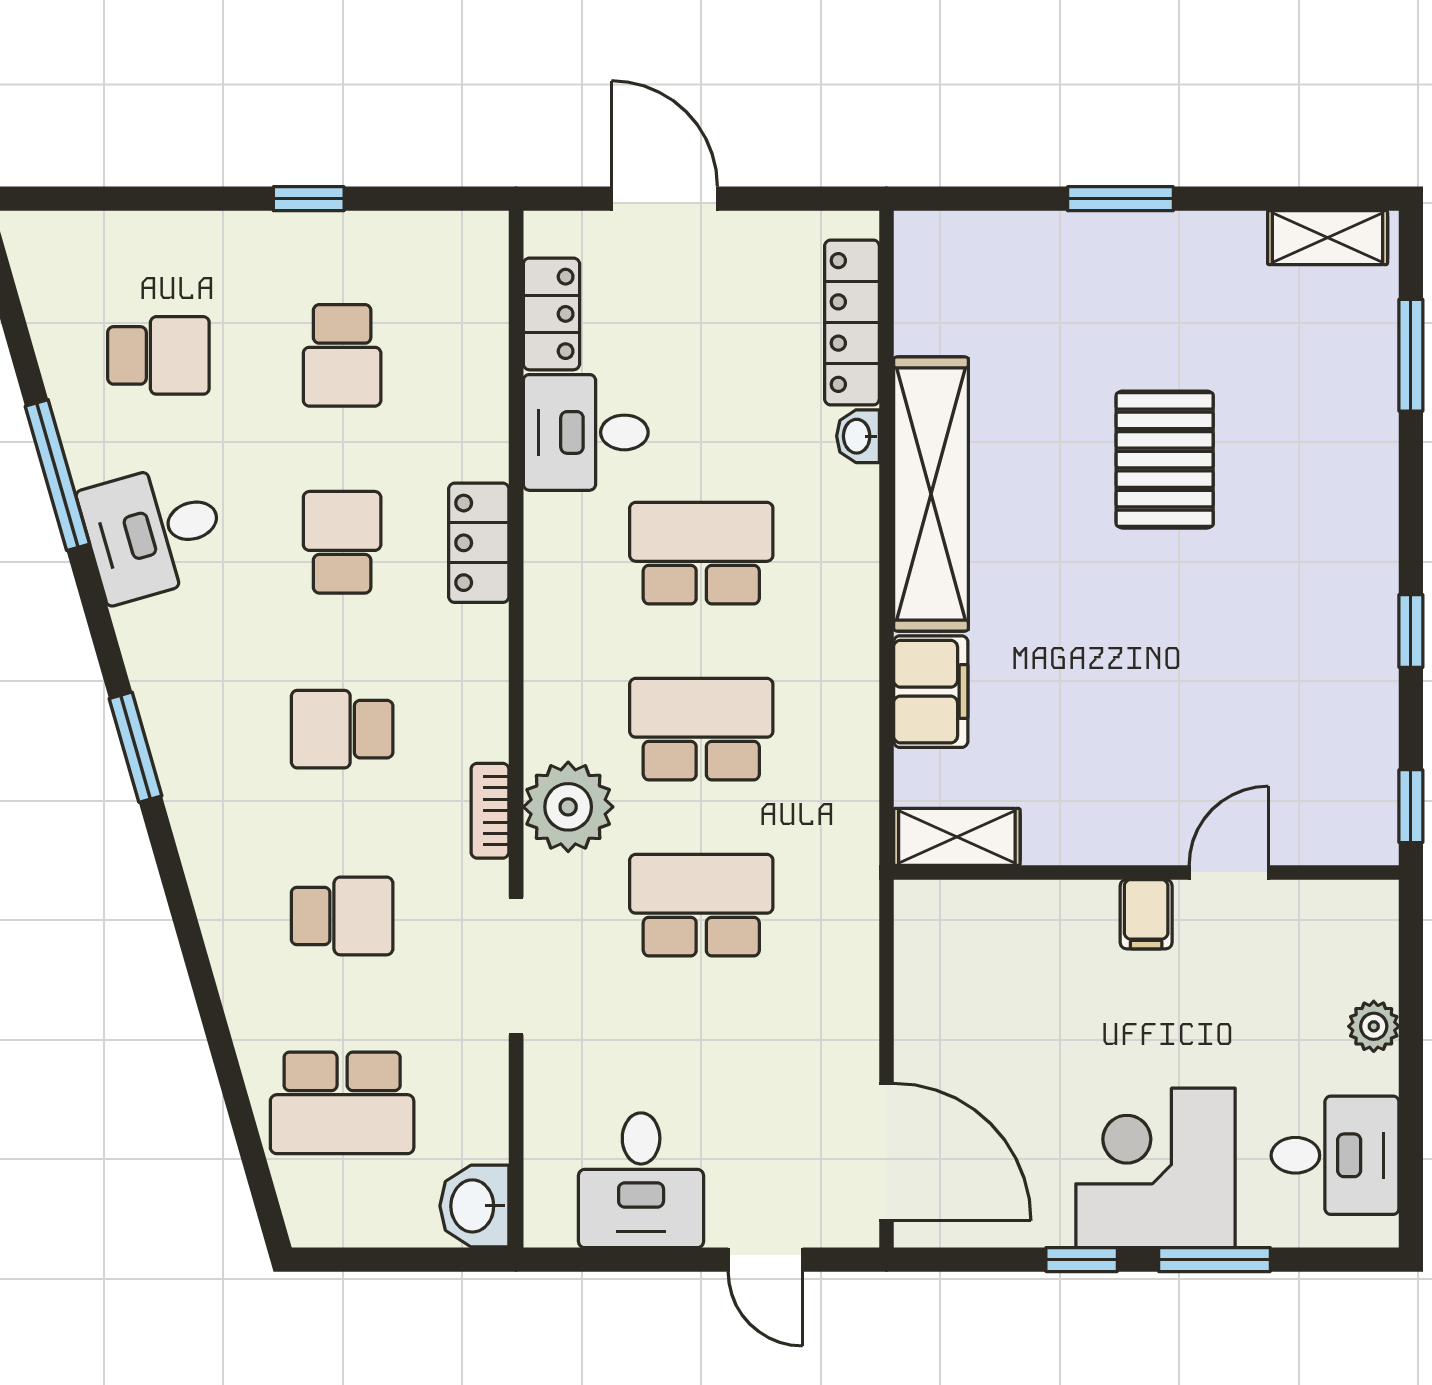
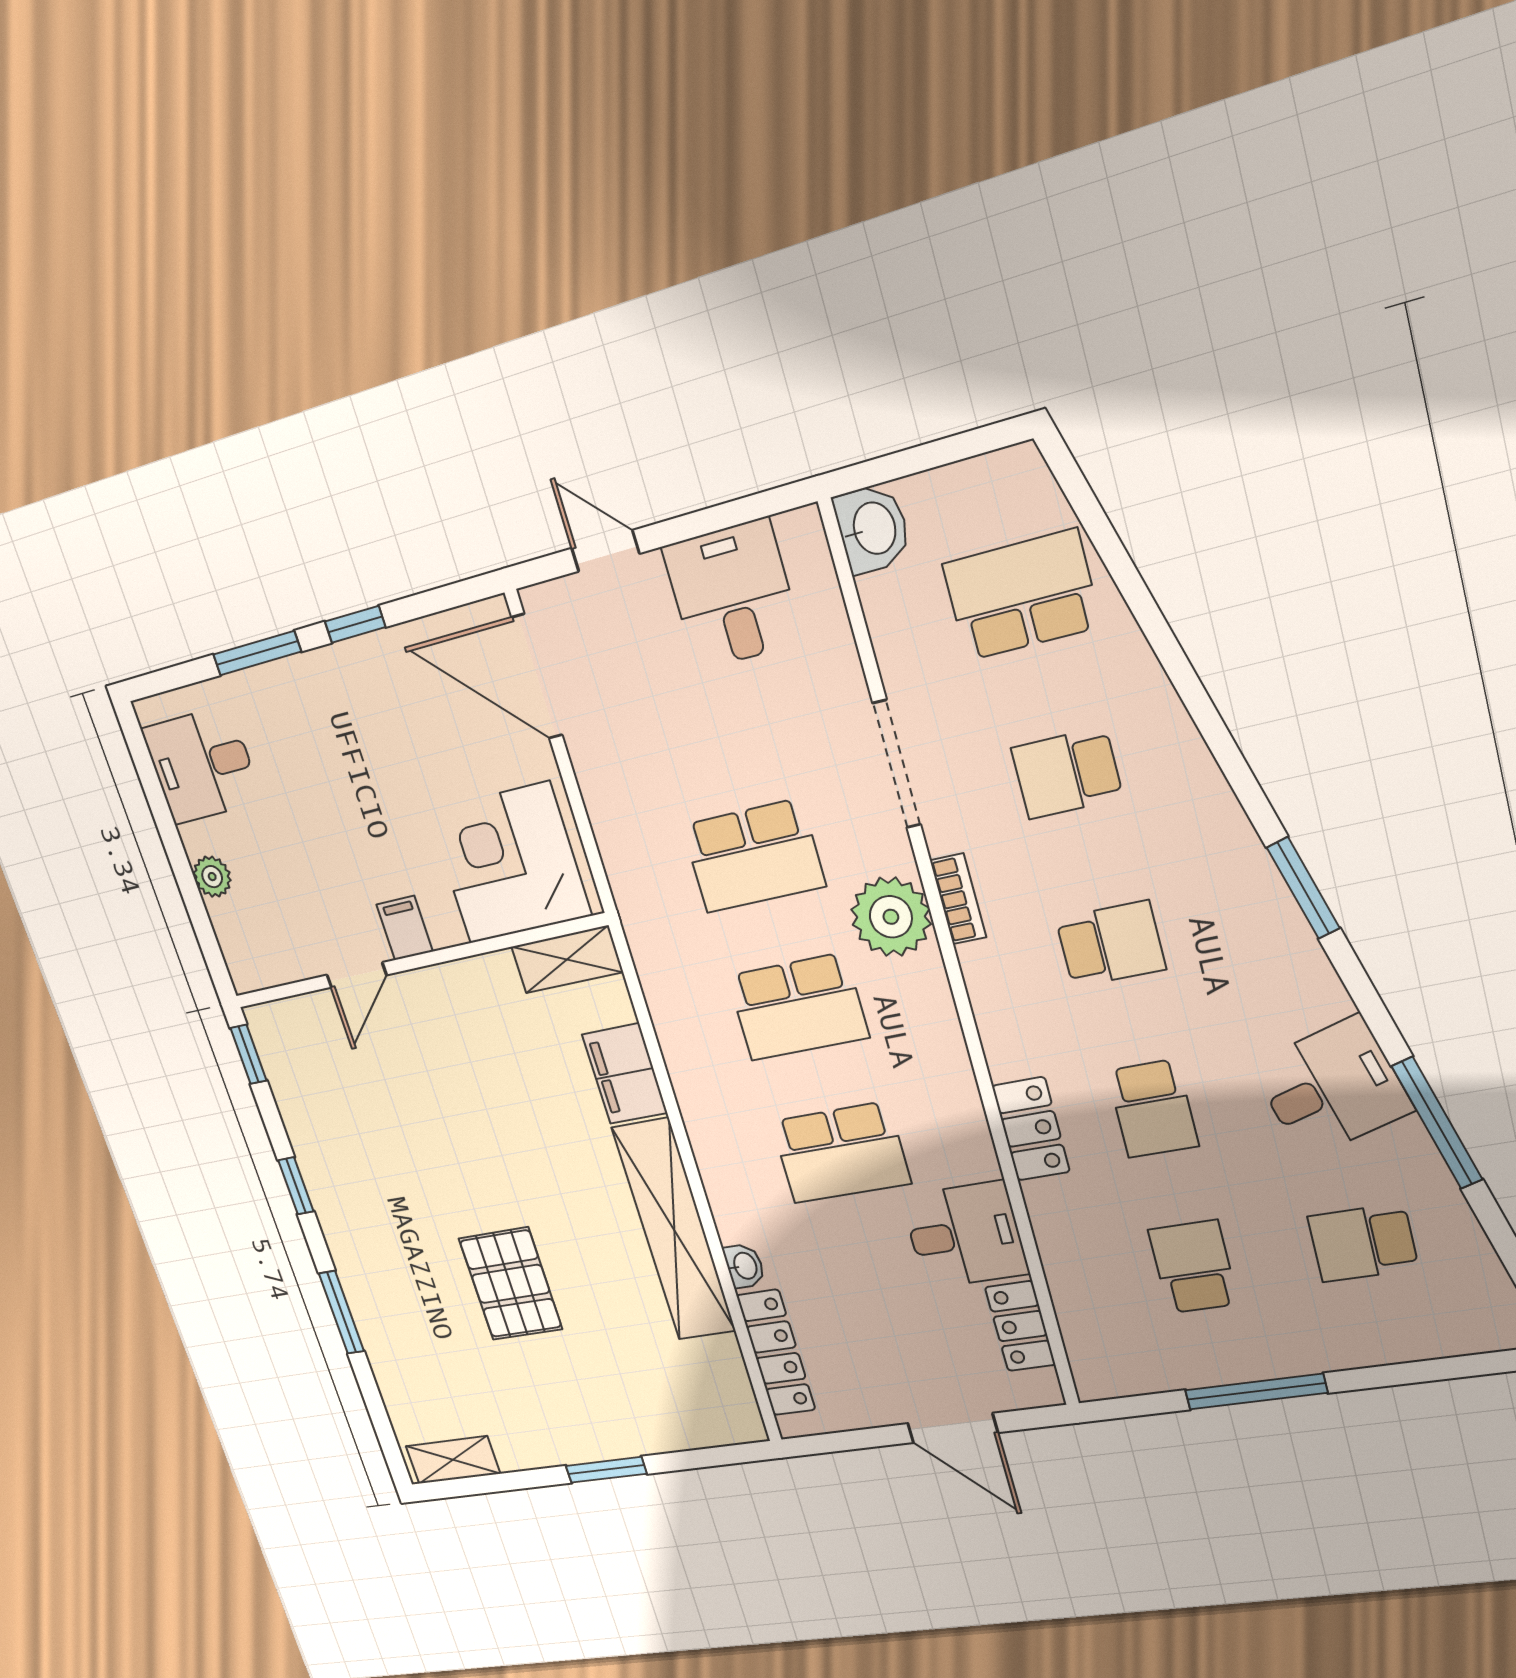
window: (309, 199) -> (1256, 1392), width x2.17
window: (1411, 355) -> (341, 1312), moved
corner desk: (1156, 1168) -> (509, 863), moved, turned 180

